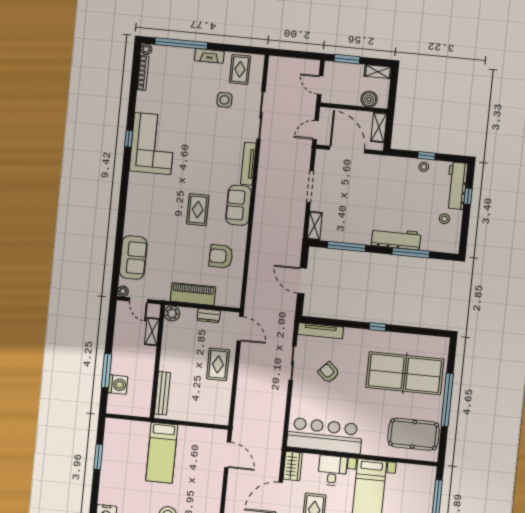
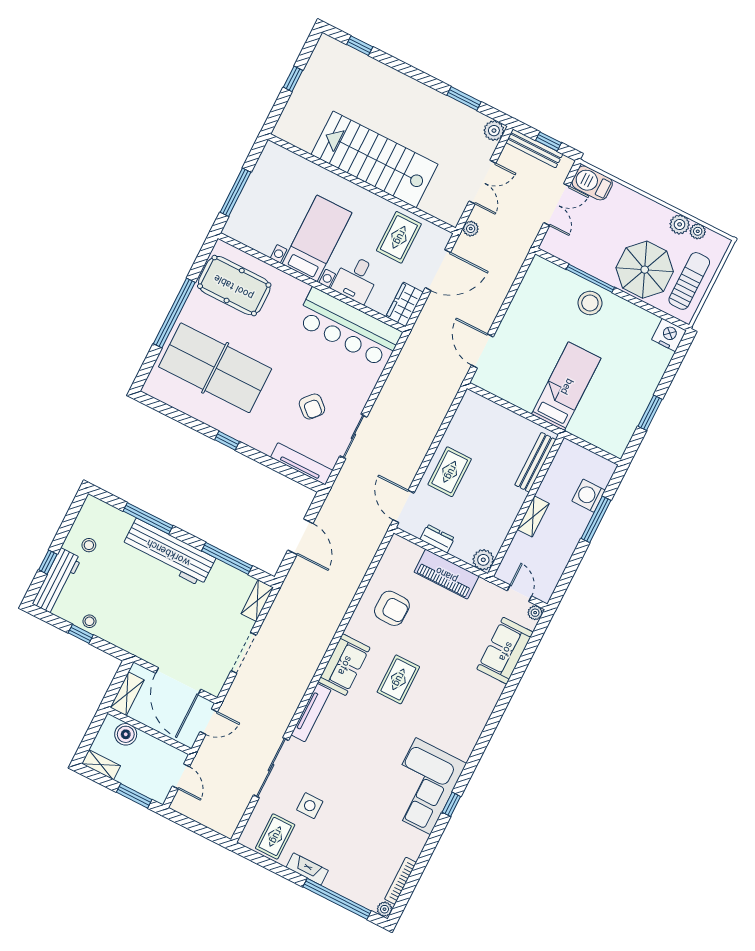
workbench: (396, 239) -> (169, 552), width x1.36, depth x1.32
shelving: (152, 332) -> (533, 516), moved

